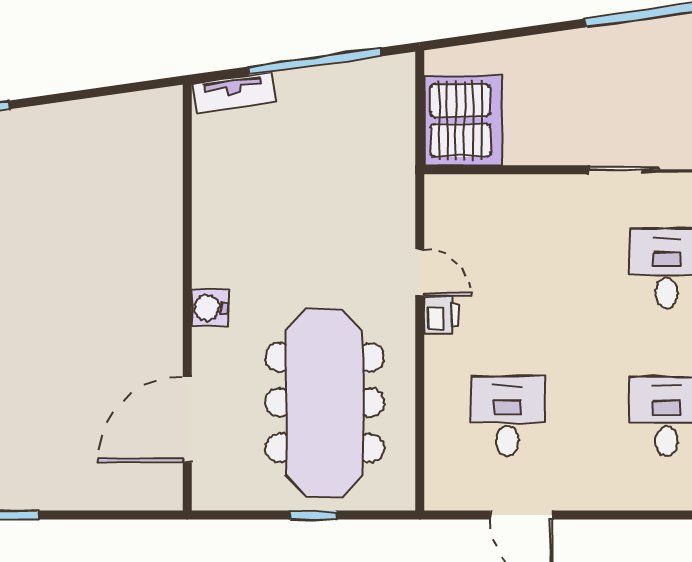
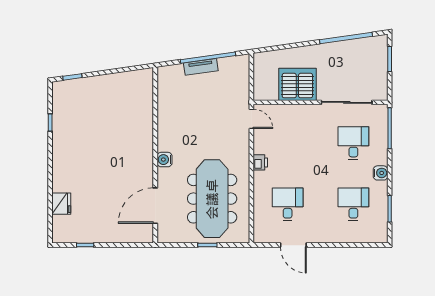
tv unit: (234, 93) -> (201, 67), moved
server rack: (464, 120) -> (297, 84), moved, turned -90
door: (420, 272) -> (251, 119), moved

